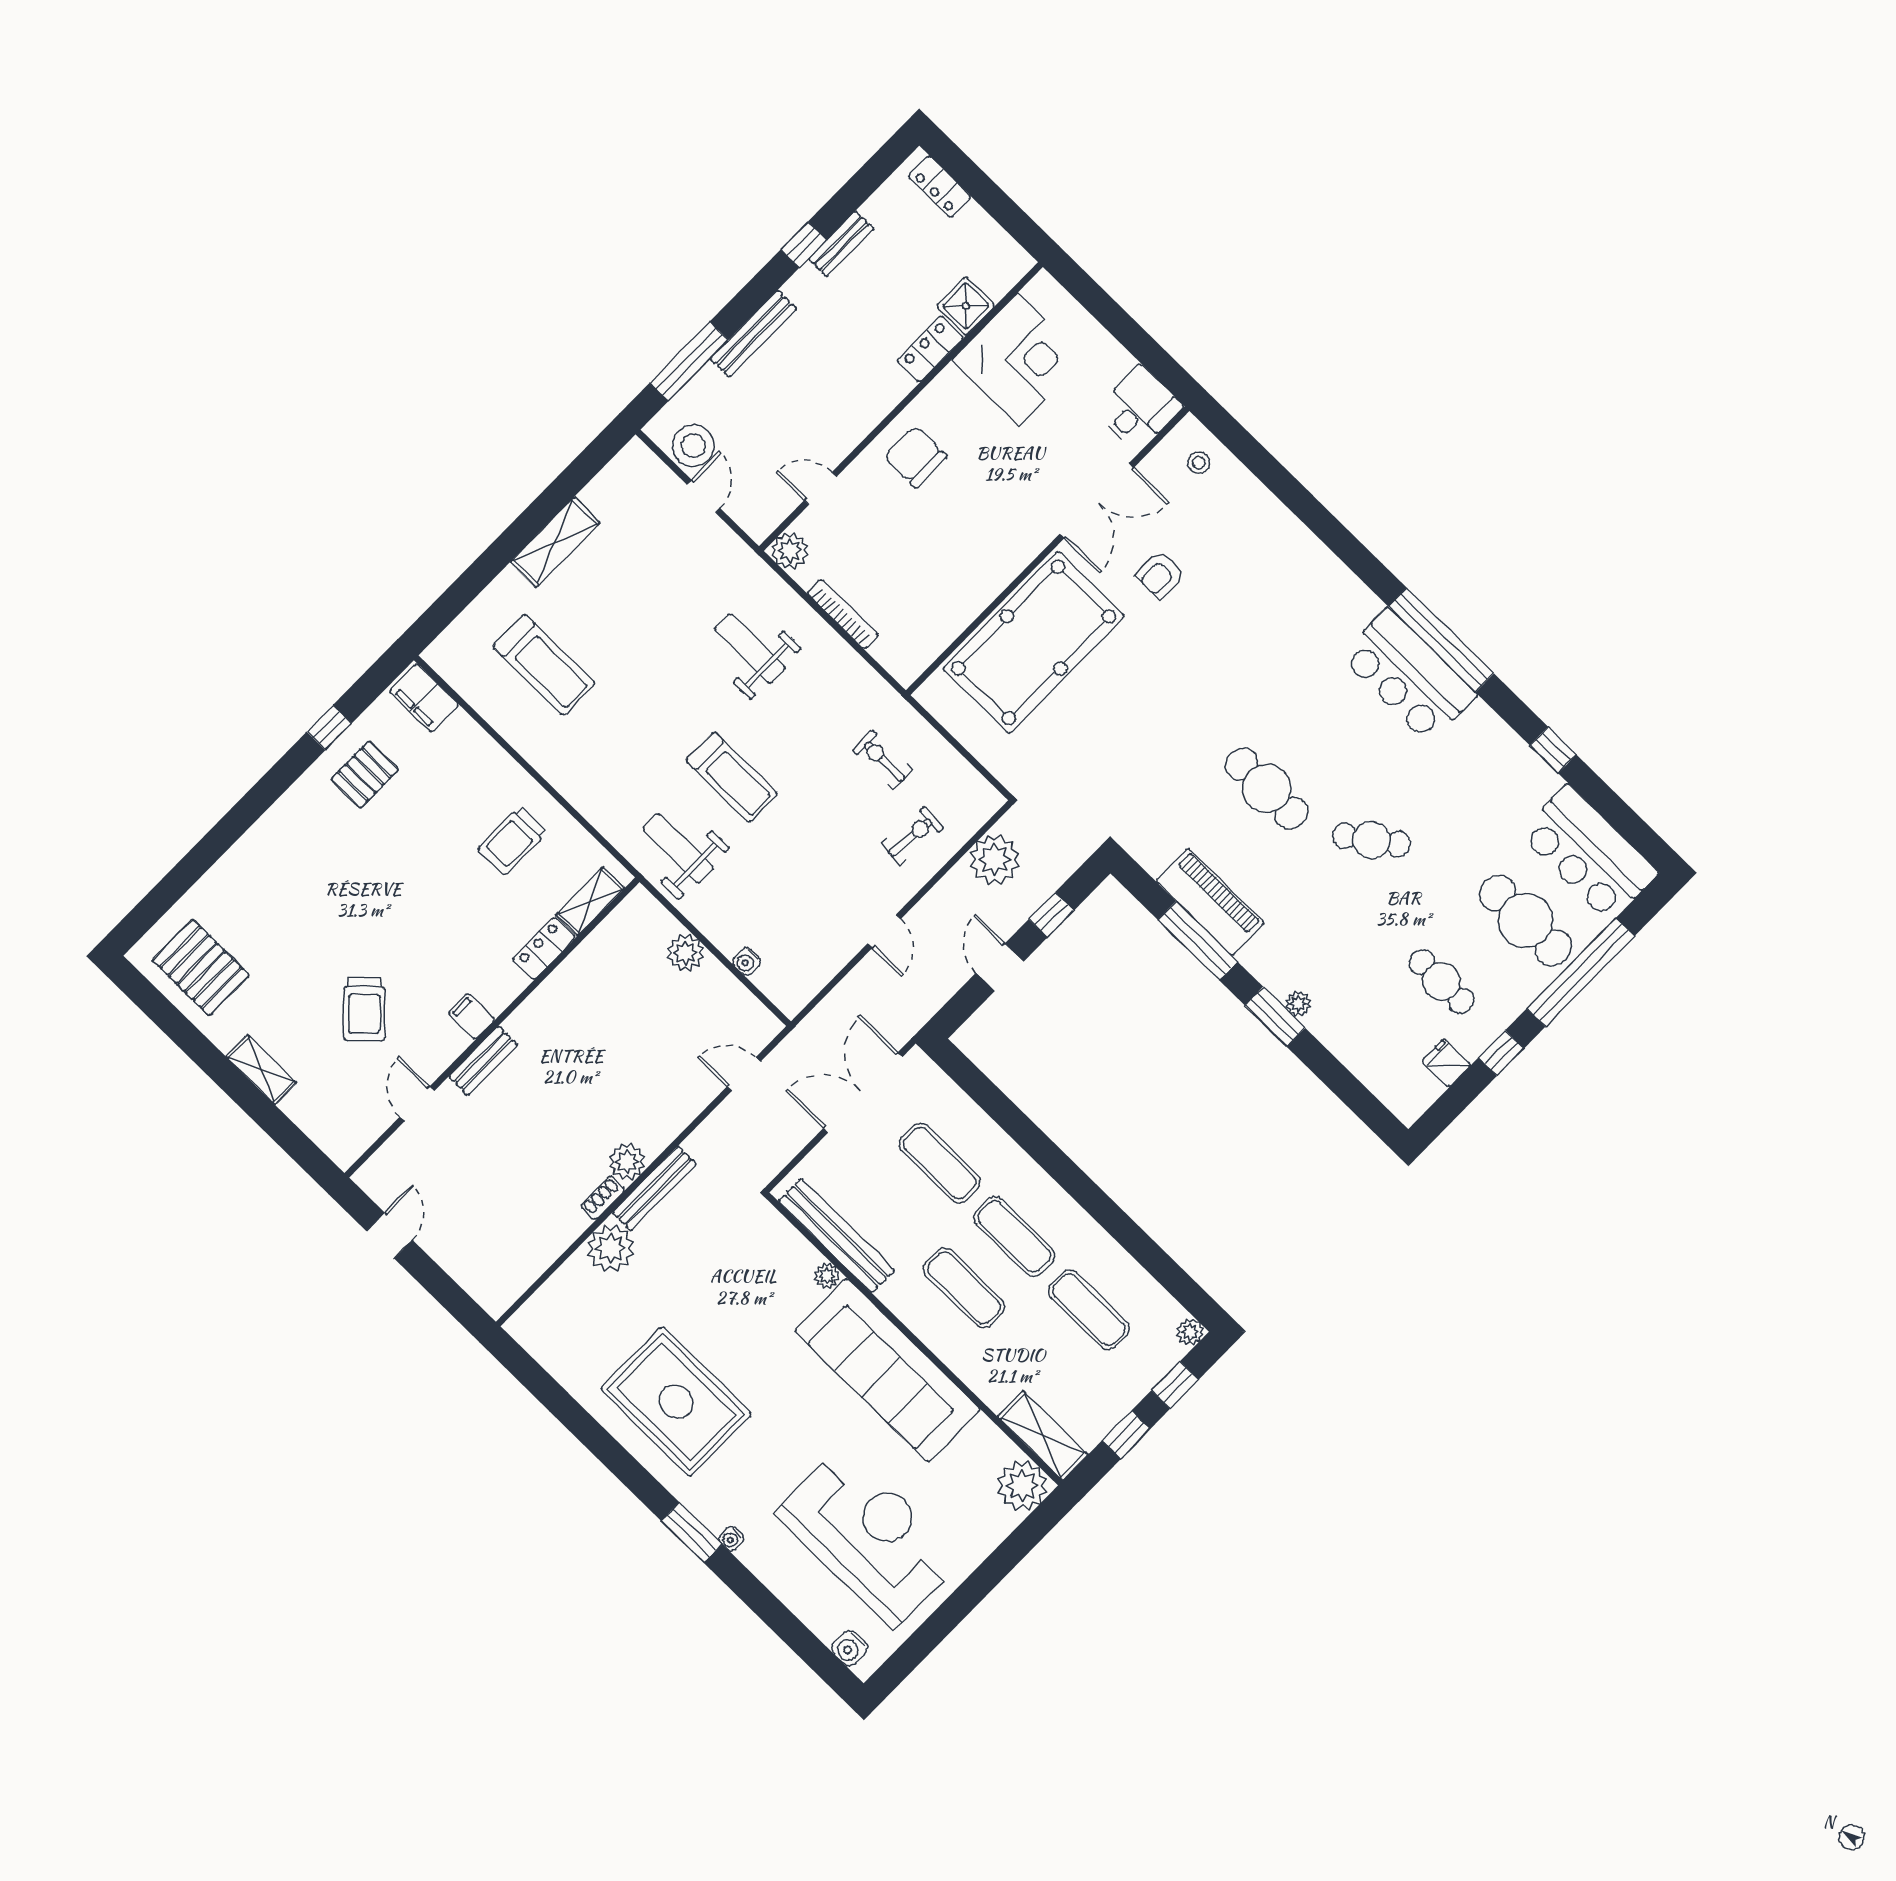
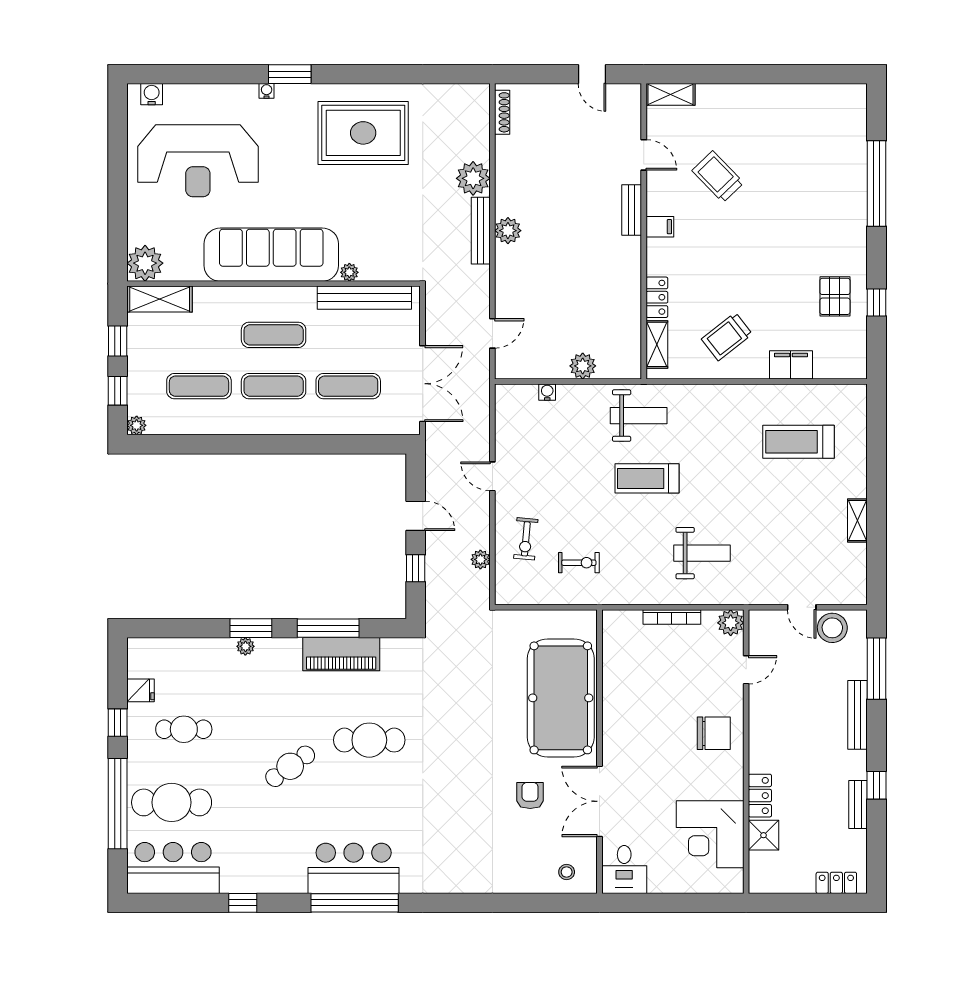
shelving: (555, 542) -> (857, 520), width x0.67, depth x0.75
filing cabinet: (424, 698) -> (791, 365), moved
trolley: (512, 841) -> (727, 337), turned -128
window: (212, 847) -> (877, 183), added
plant: (995, 860) -> (480, 559), width x0.53, depth x0.53
pallet: (201, 967) -> (822, 116), removed
shelving: (261, 1070) -> (671, 94), moved
shoe rack: (603, 1198) -> (502, 112), moved, width x1.43

